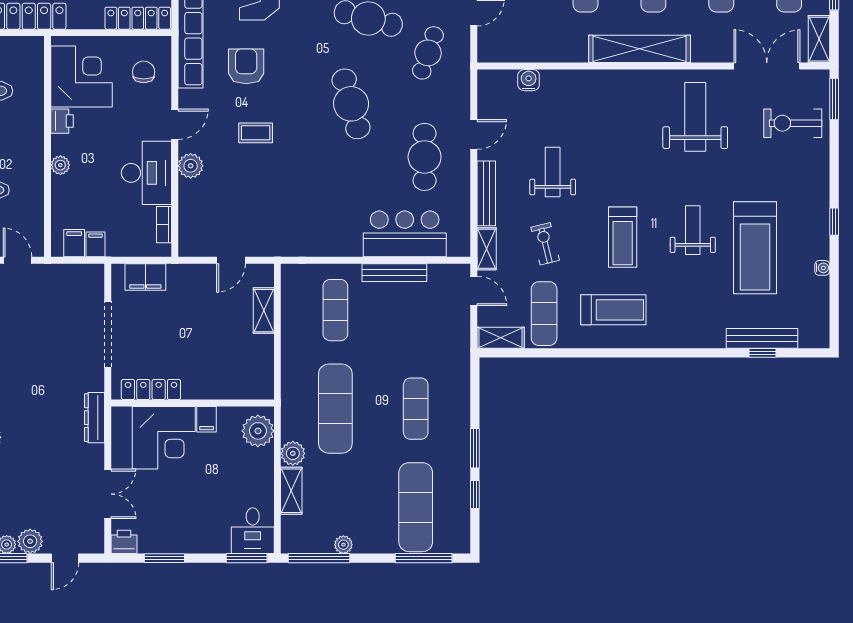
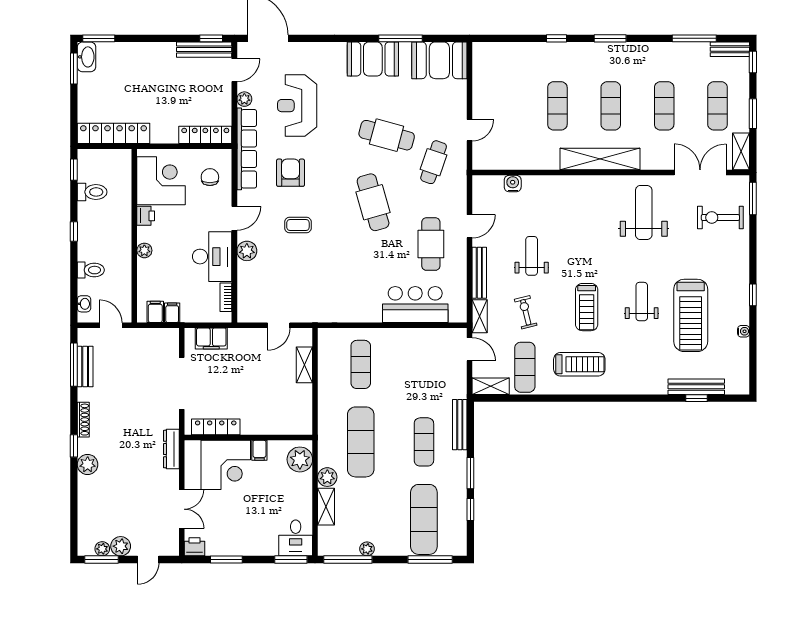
bench: (394, 273) -> (460, 425), moved, turned 90

